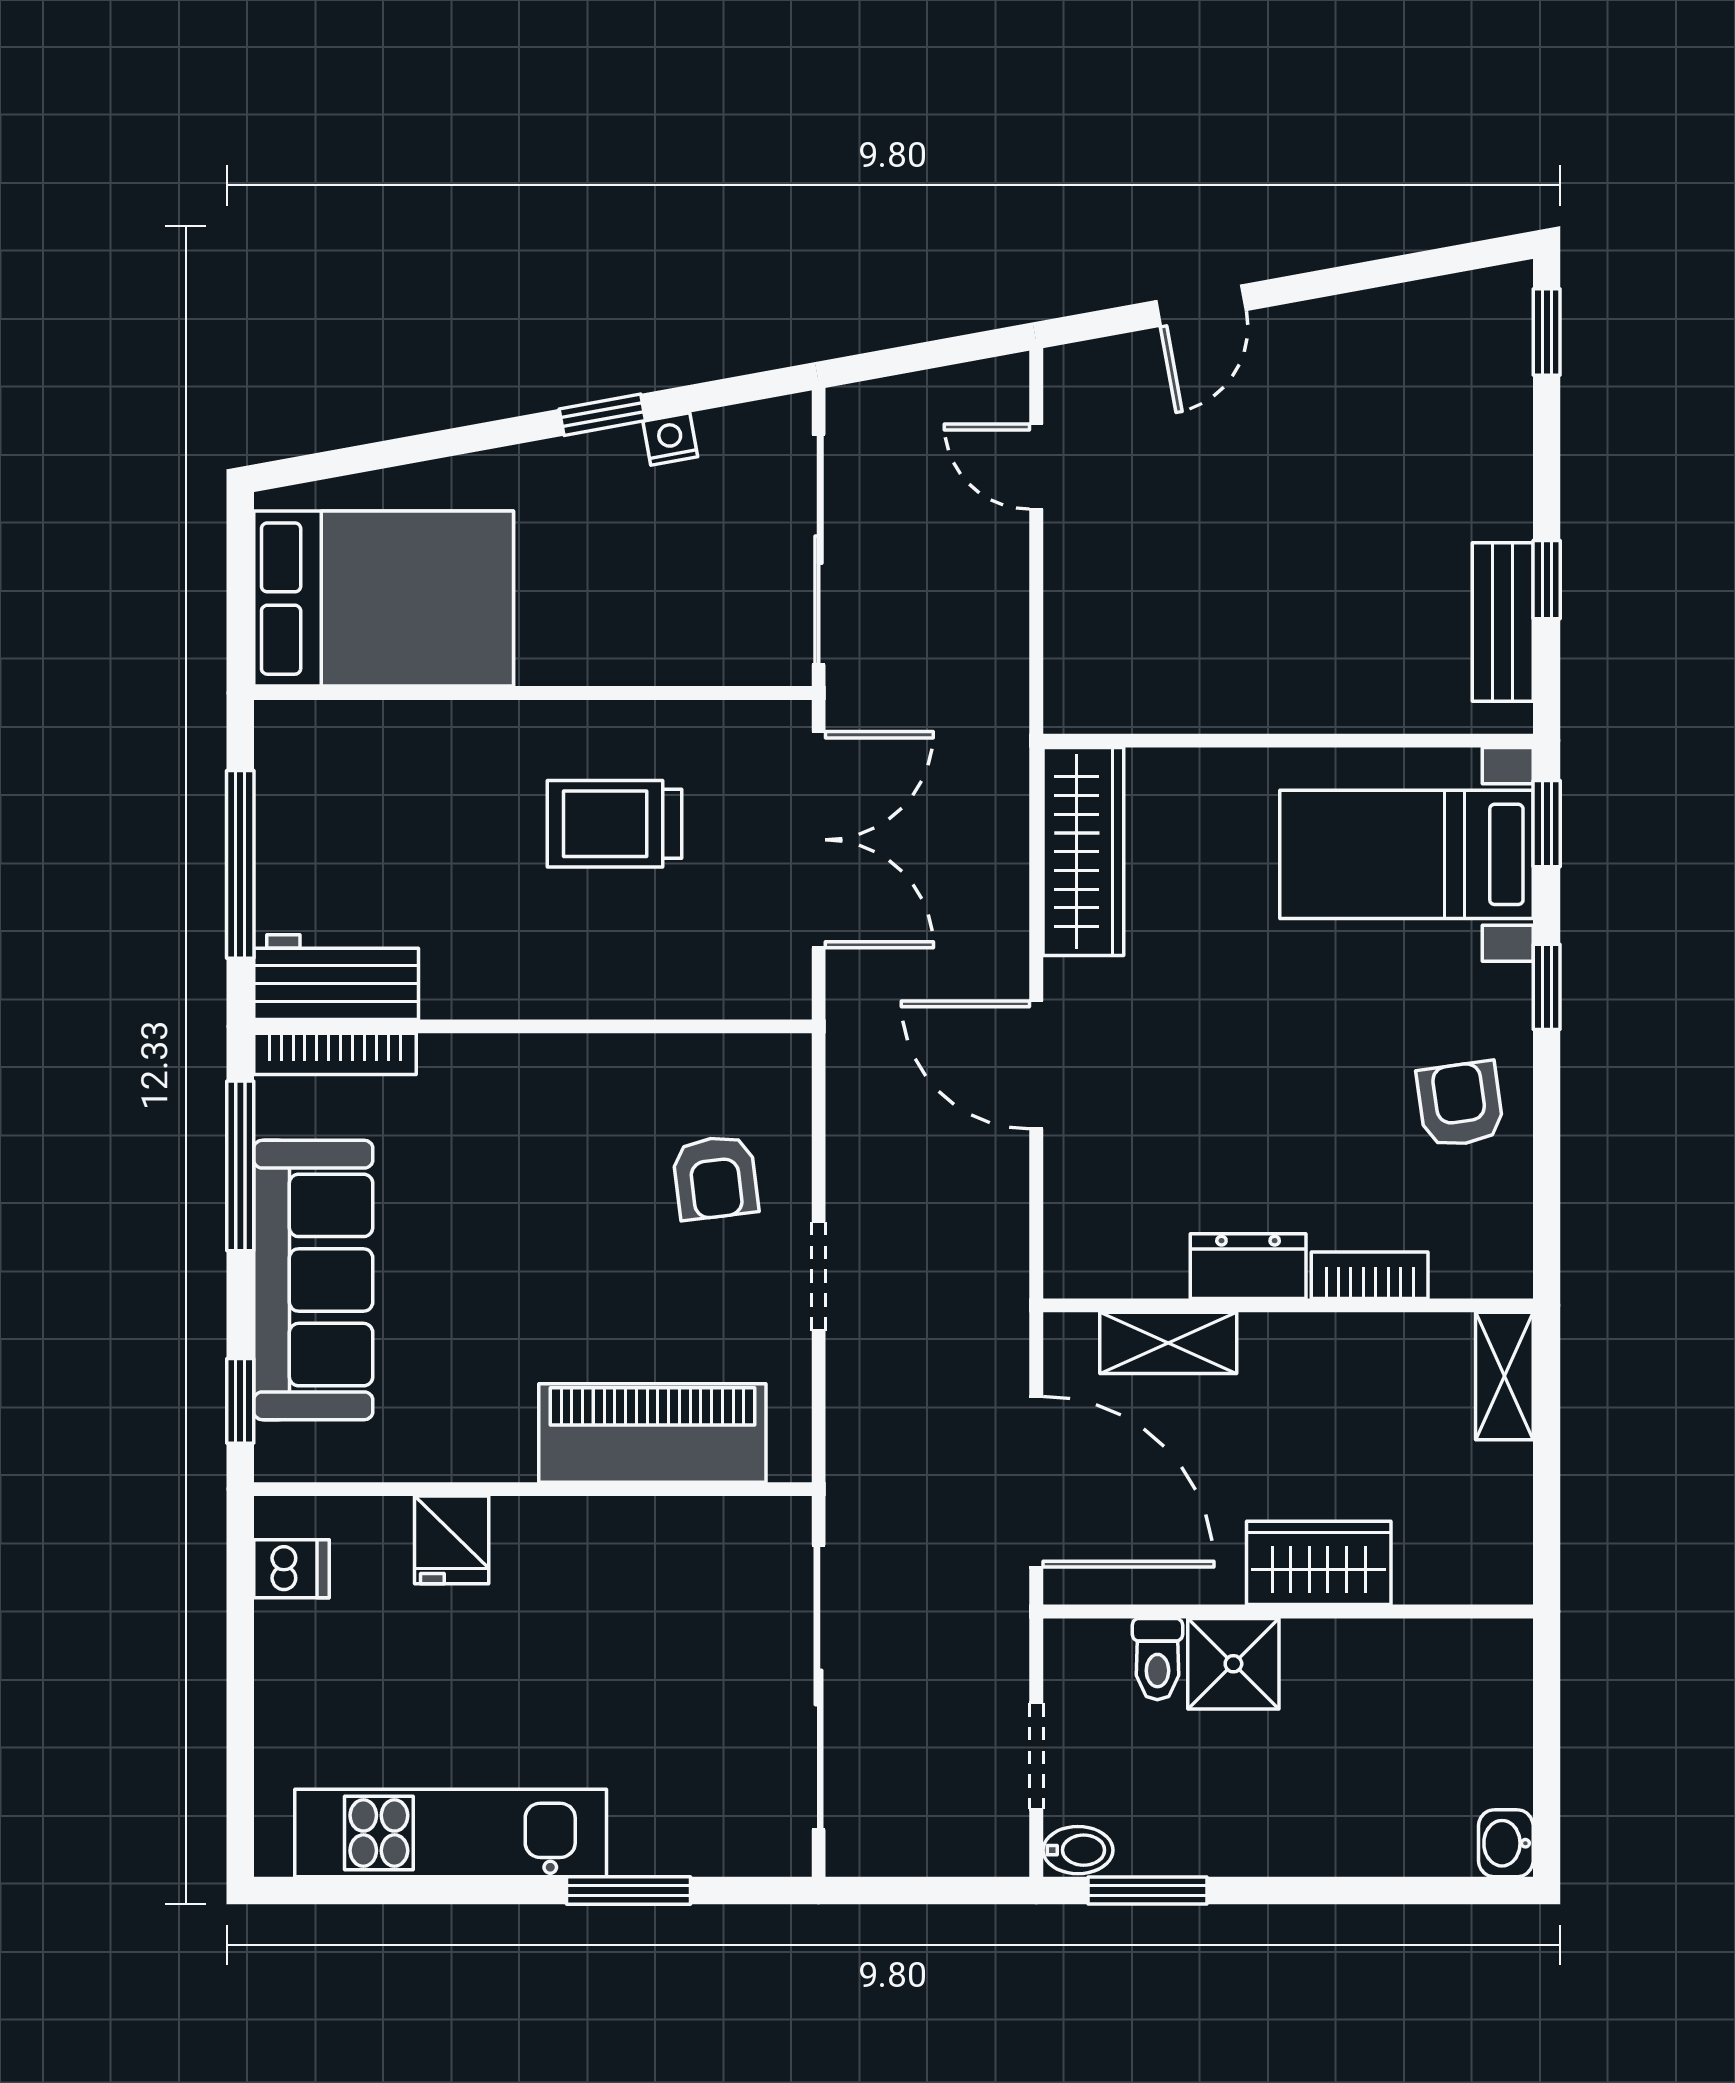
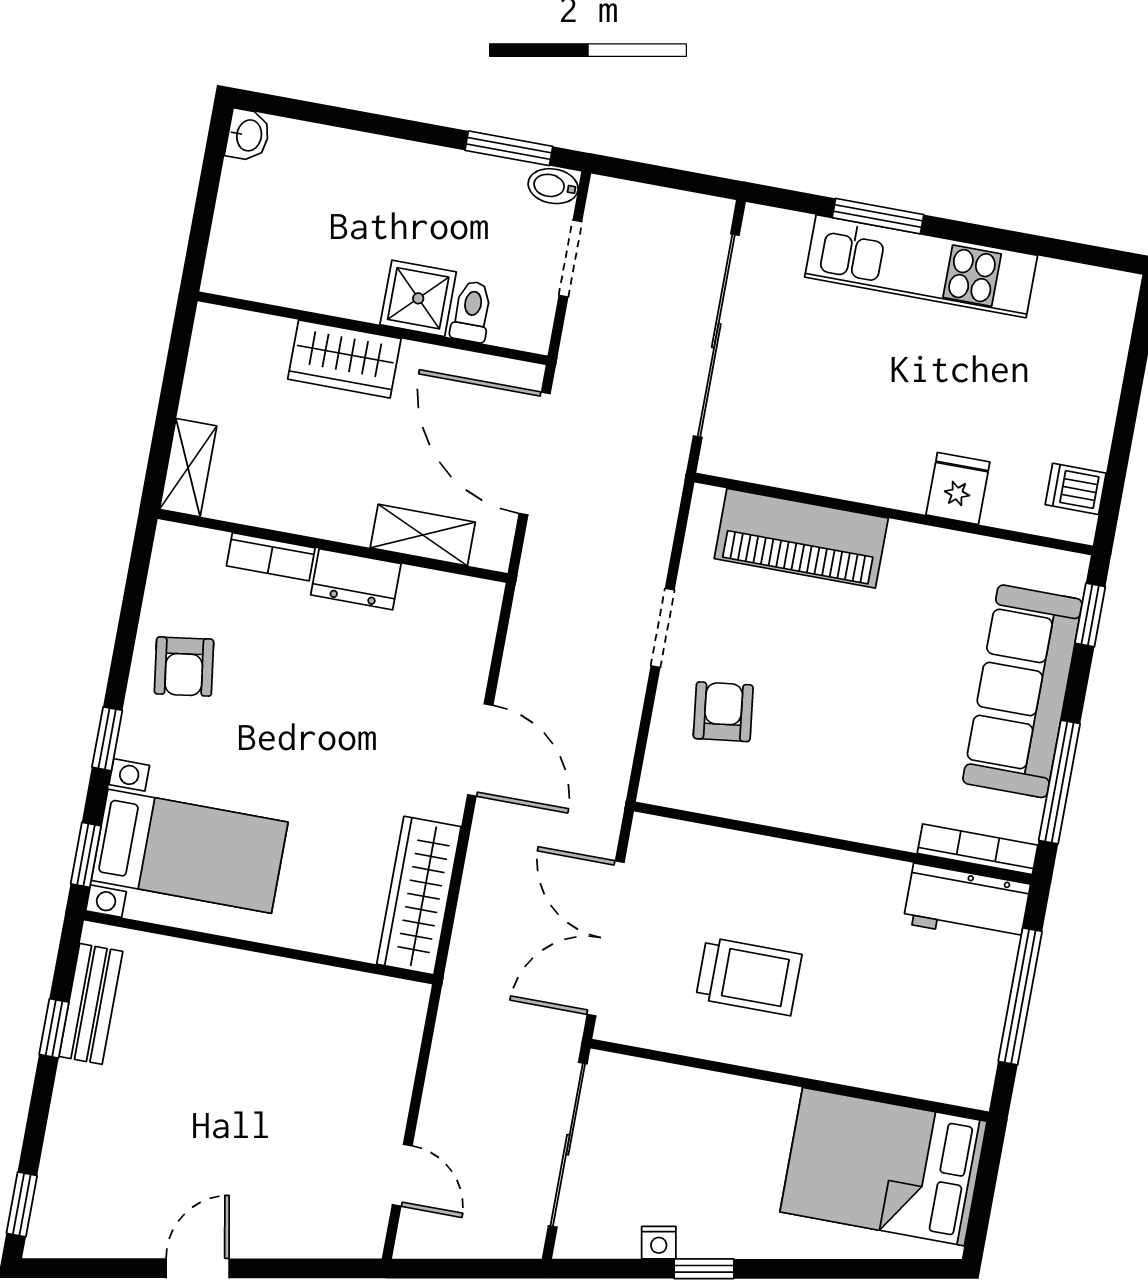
door: (1201, 306) -> (198, 1268), moved
kitchen unit: (451, 1833) -> (921, 266), moved

